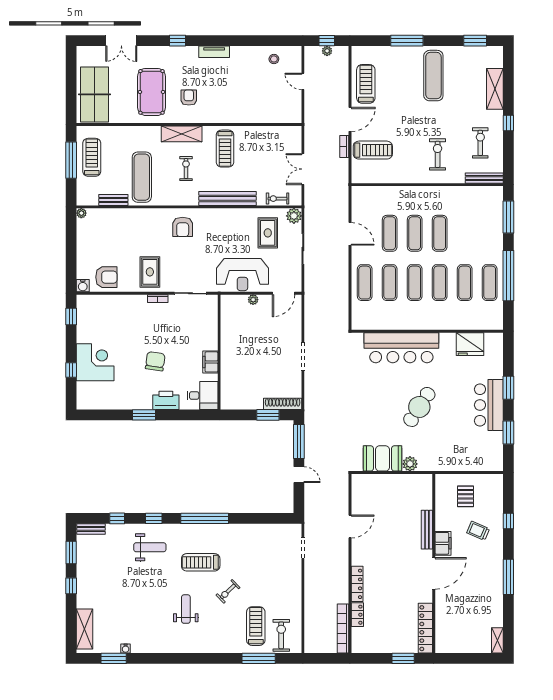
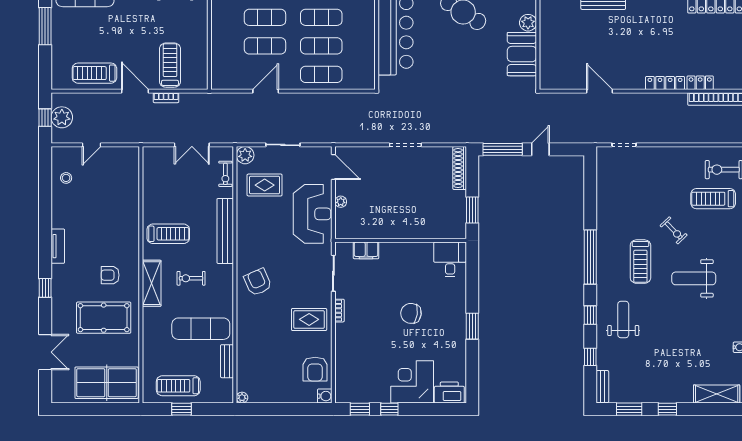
plant: (327, 51) -> (62, 117), width x1.87, depth x1.87
window: (71, 160) -> (181, 409), width x0.46
armchair: (183, 227) -> (258, 282), turned -114
armchair: (106, 277) -> (315, 369), turned 180
filing cabinet: (210, 362) -> (366, 250), moved
window: (71, 370) -> (389, 409), moved
printer: (166, 400) -> (449, 393), moved, turned 90
window: (268, 415) -> (472, 210), moved
weight bench: (186, 609) -> (694, 278), width x1.36, depth x1.33

